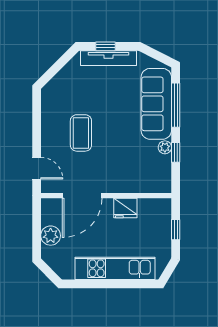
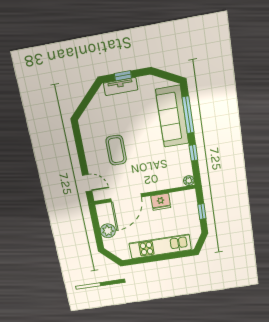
tv unit: (108, 58) -> (121, 87), width x0.71
plant: (165, 147) -> (189, 181), moved

